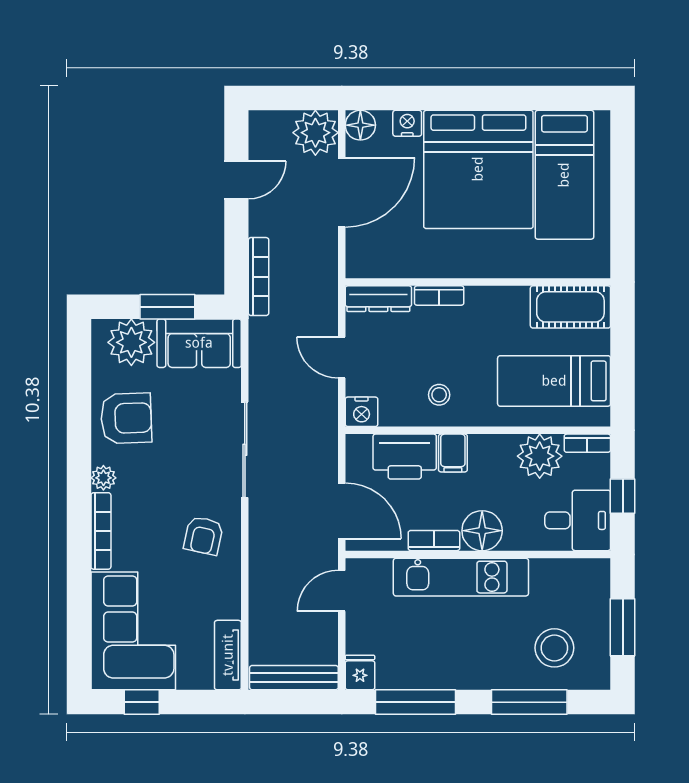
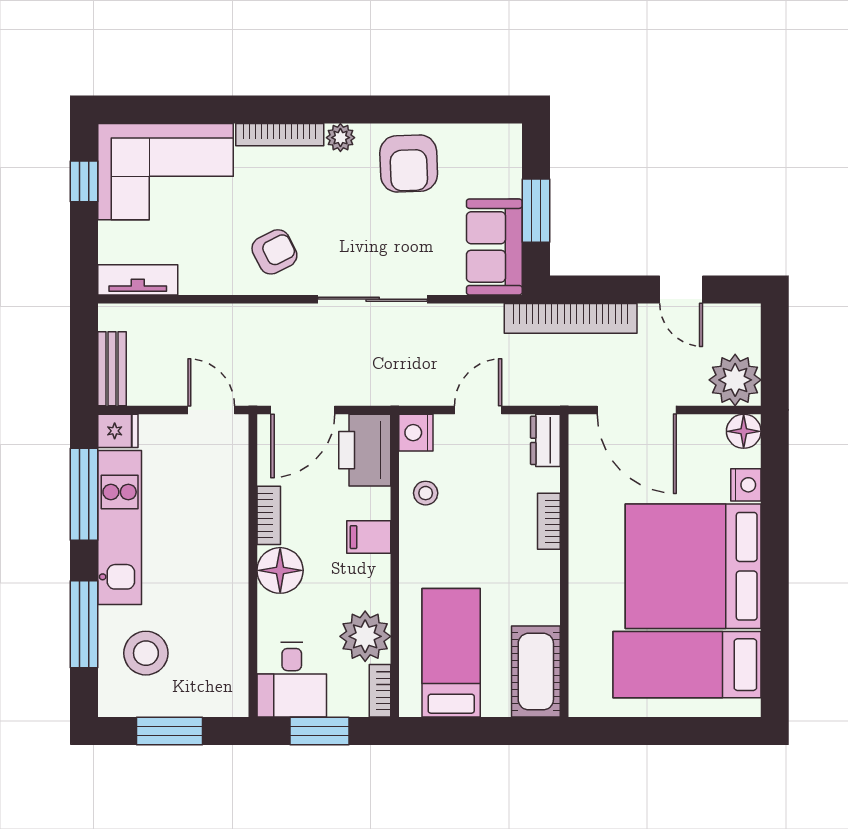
door: (342, 192) -> (637, 410), moved
bookcase: (259, 277) -> (571, 318), width x1.48, depth x1.31
dresser: (378, 299) -> (545, 440), width x0.70
plant: (131, 342) -> (495, 169), removed
stool: (439, 395) -> (426, 493), moved
printer: (405, 457) -> (365, 450), moved
window: (623, 496) -> (320, 731), width x1.50
armchair: (203, 536) -> (274, 252), turned 141
kitchen unit: (461, 577) -> (120, 527), moved, turned 180
bench: (294, 678) -> (112, 369), width x0.73

